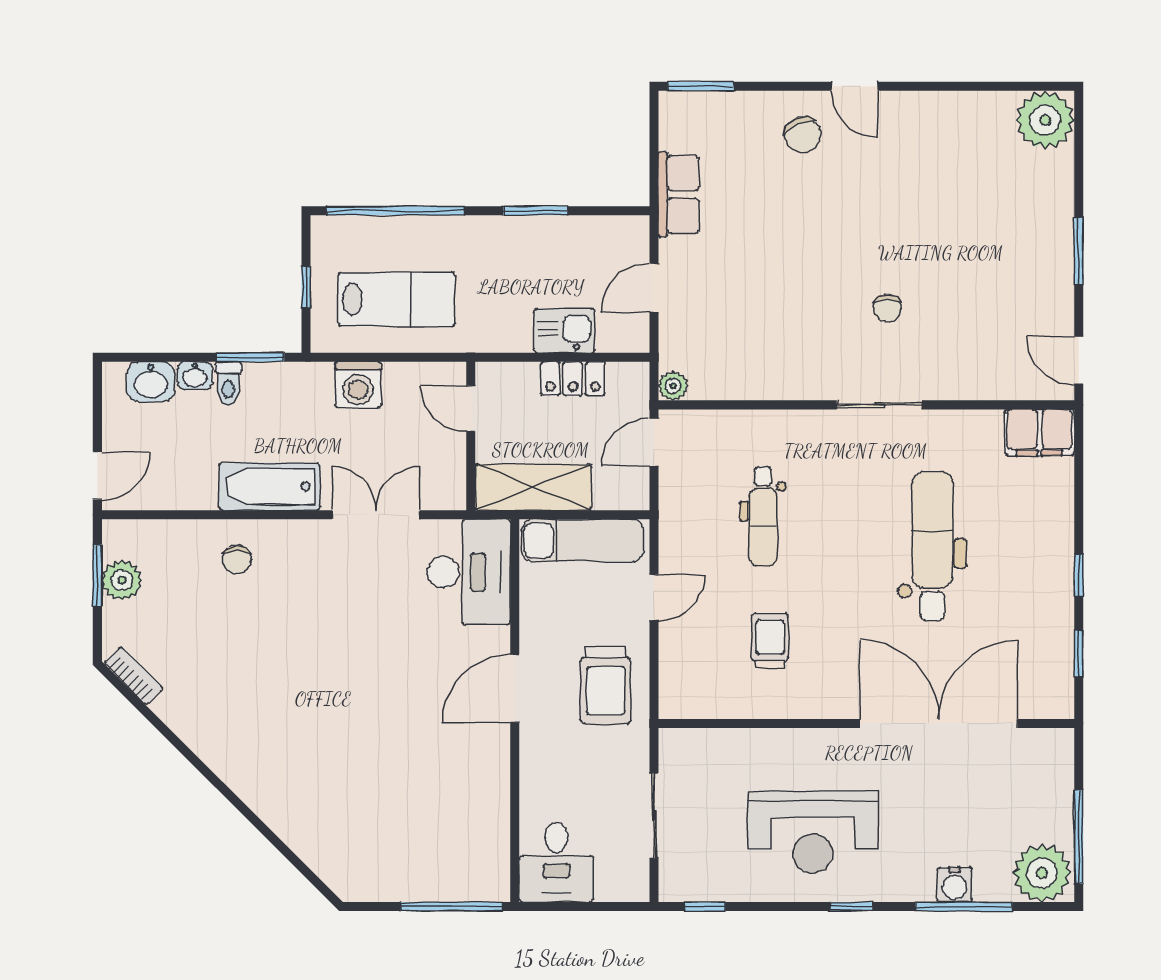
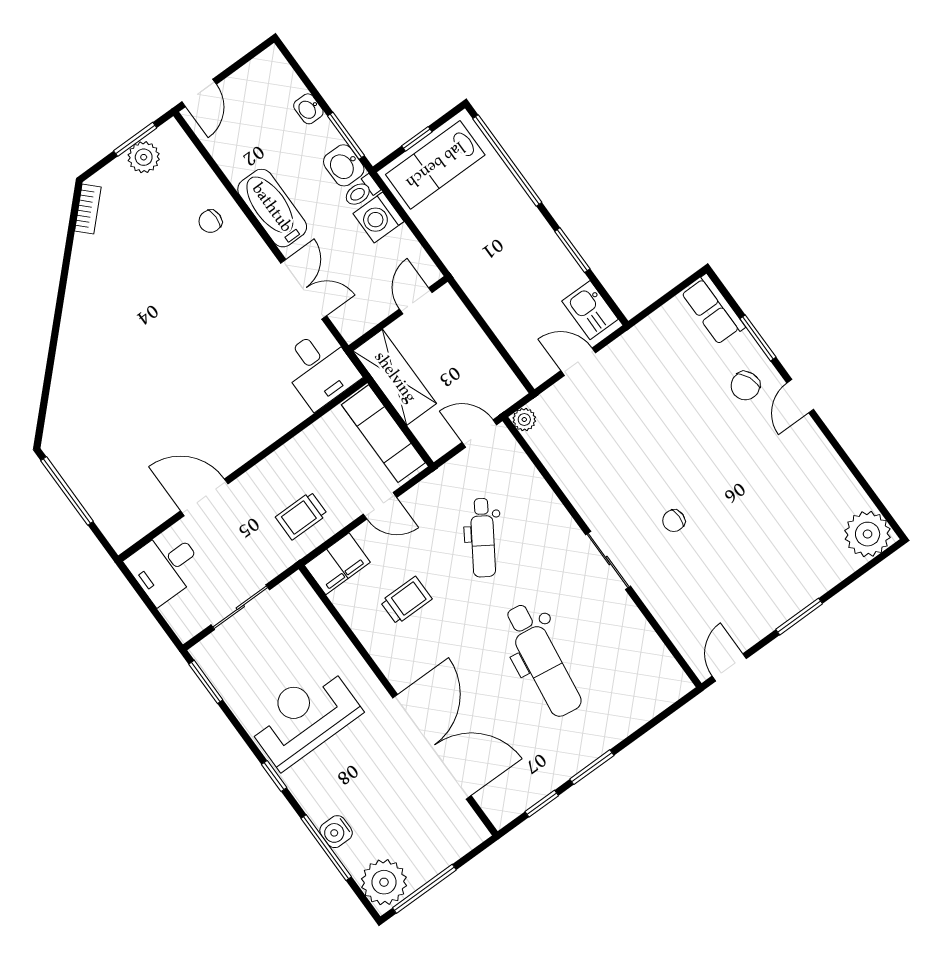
window: (701, 86) -> (758, 338), moved
row of seats: (679, 194) -> (713, 310), moved, turned 90
lab bench: (397, 299) -> (435, 165), moved, turned 90
kitchen sink: (564, 331) -> (590, 310), moved, turned 180
locker: (573, 379) -> (482, 352), removed
washbasin: (151, 382) -> (344, 165), moved
toilet: (228, 383) -> (361, 192), moved
filing cabinet: (1039, 432) -> (337, 564), moved, turned -90
door: (97, 476) -> (199, 93), hinge flipped
dental chair: (763, 516) -> (483, 538), turned -57
dental chair: (932, 546) -> (542, 660), turned 98
desk: (469, 572) -> (319, 369), width x0.73
window: (1079, 575) -> (592, 767), width x1.50
trolley: (606, 685) -> (301, 516), width x0.73, depth x0.72
door: (515, 688) -> (204, 497), moved
reception desk: (813, 832) -> (304, 717), turned 90
window: (452, 907) -> (67, 491), moved
window: (705, 907) -> (206, 682), width x1.50

